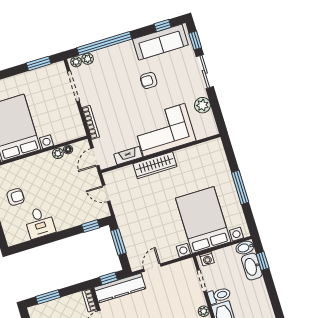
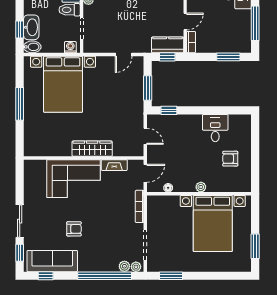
plant: (202, 105) -> (31, 191), removed
plant: (58, 153) -> (201, 187), moved
kitchen counter: (120, 288) -> (168, 45), width x0.67

